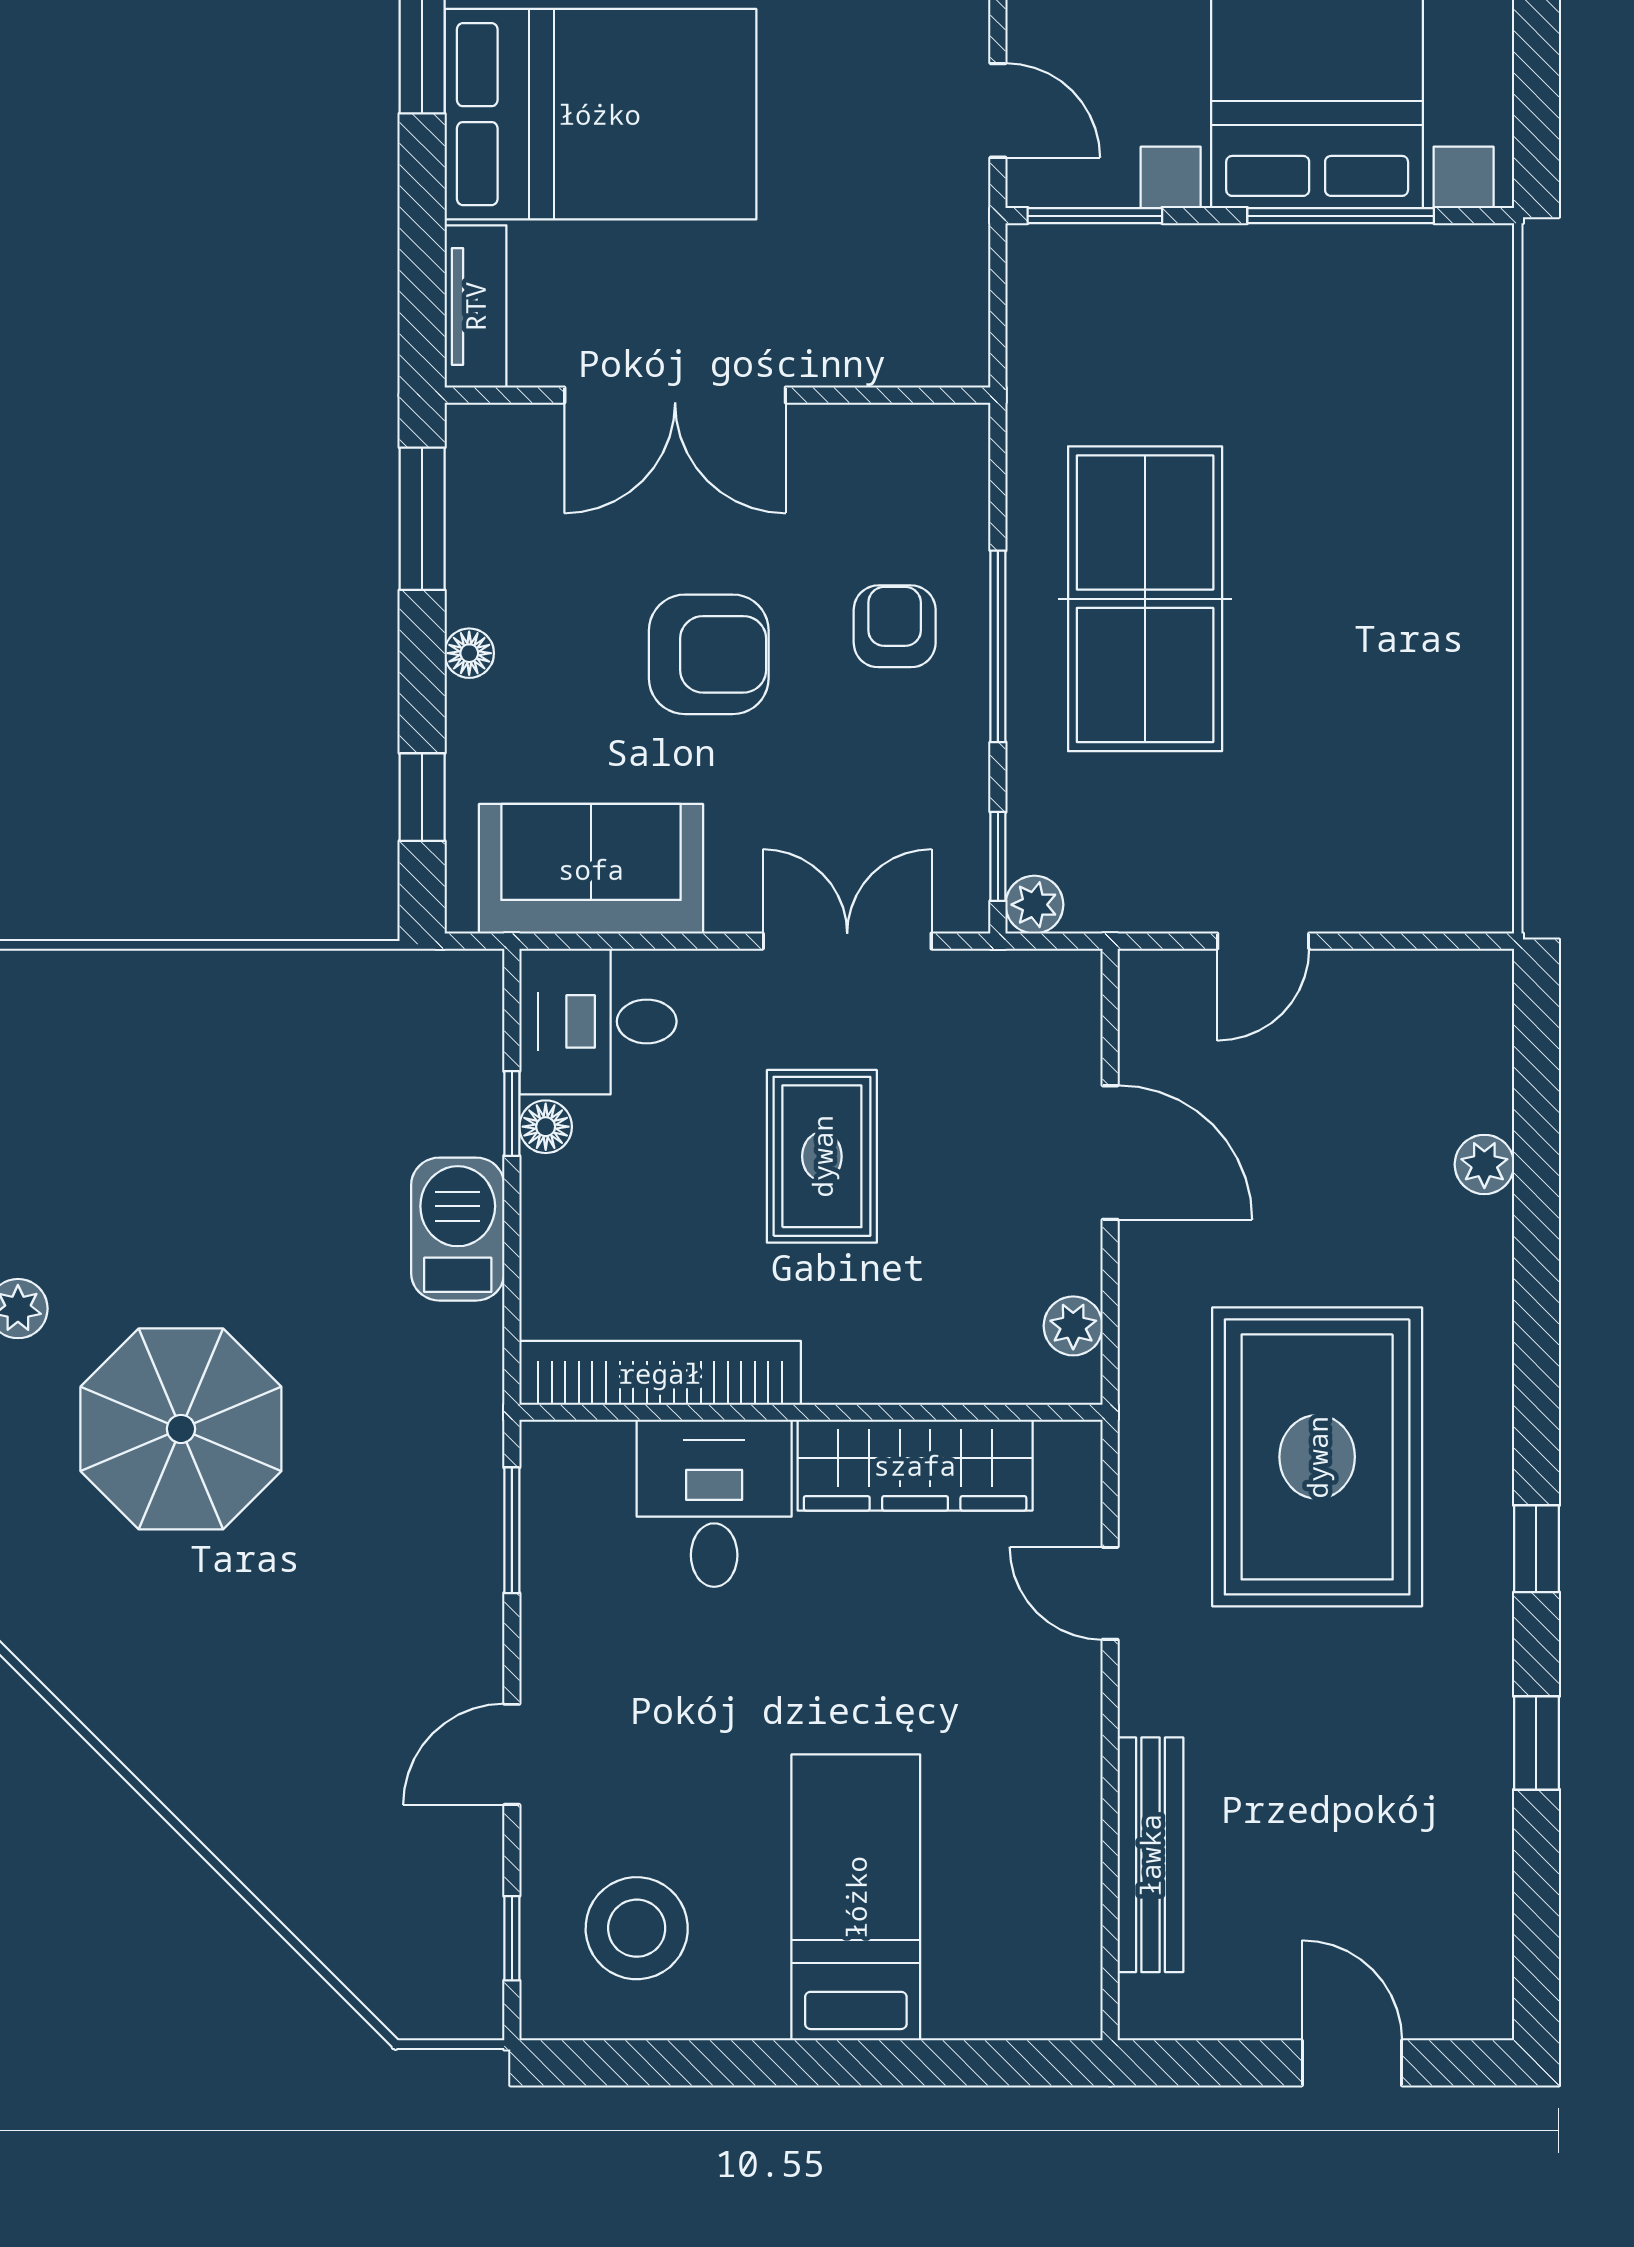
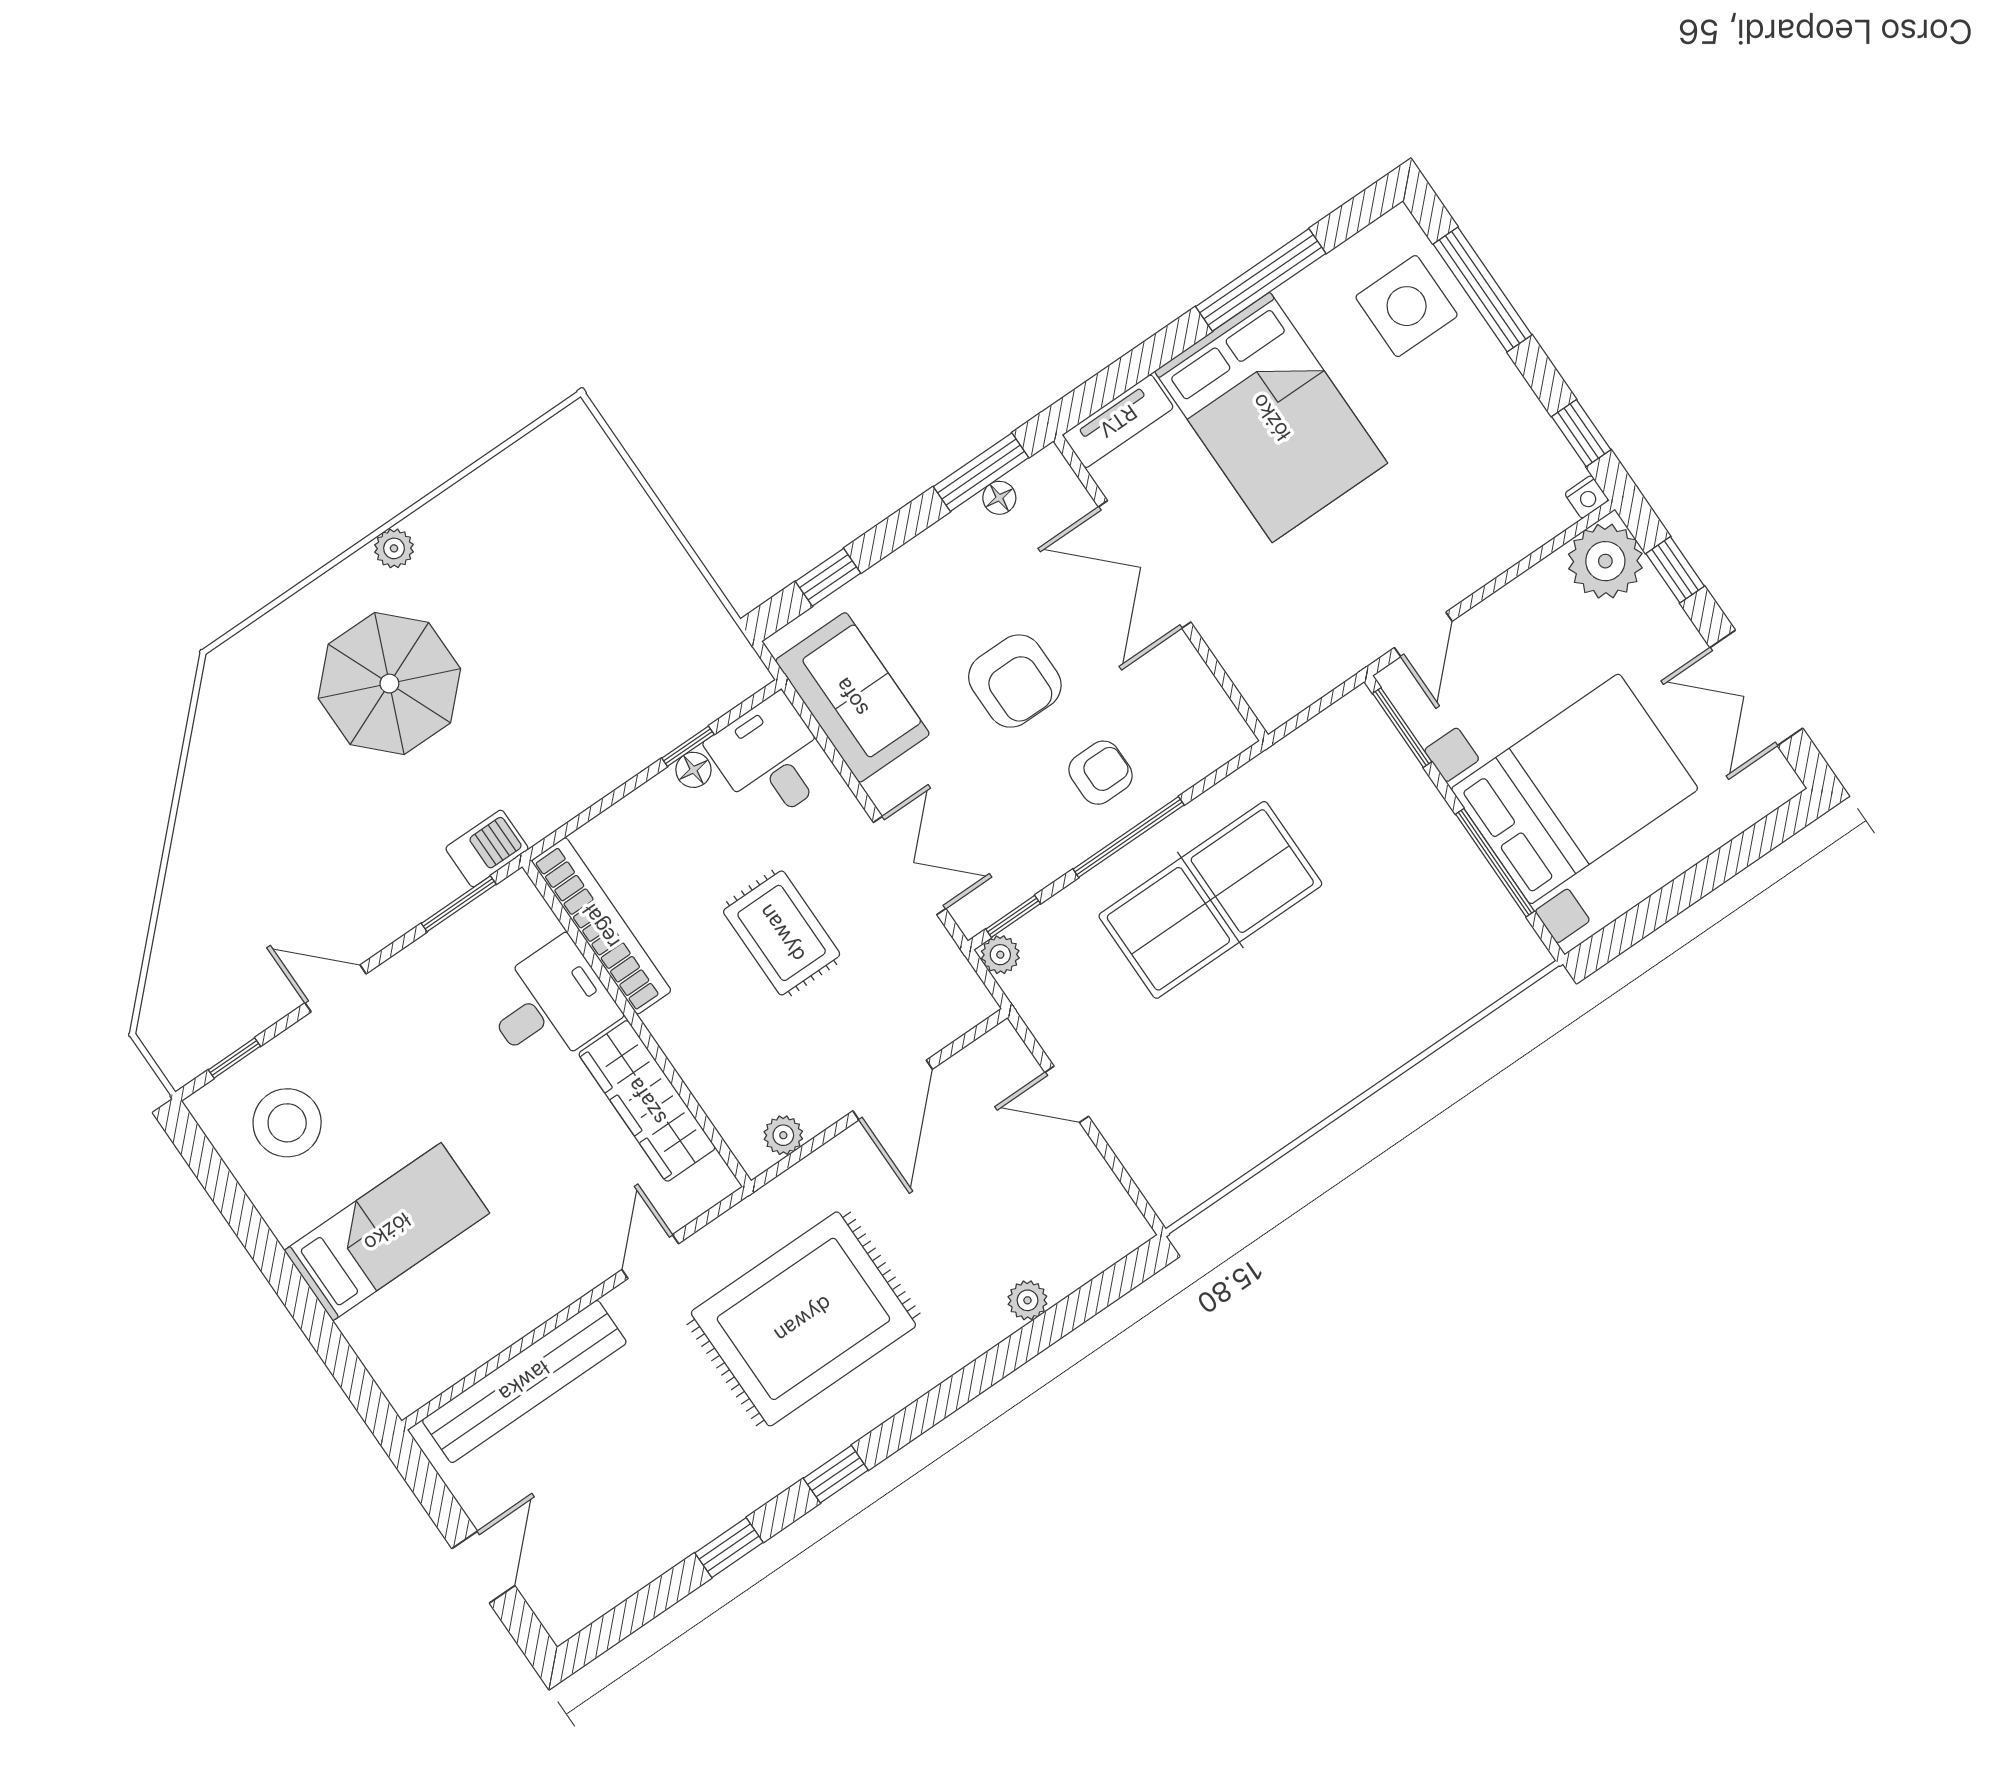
floor lamp: (469, 653) -> (999, 498), moved
rug: (822, 1156) -> (782, 933), turned 90
barbecue: (458, 1229) -> (487, 848), moved, width x0.73, depth x0.79
bench: (1150, 1855) -> (524, 1381), width x1.37, depth x1.21

